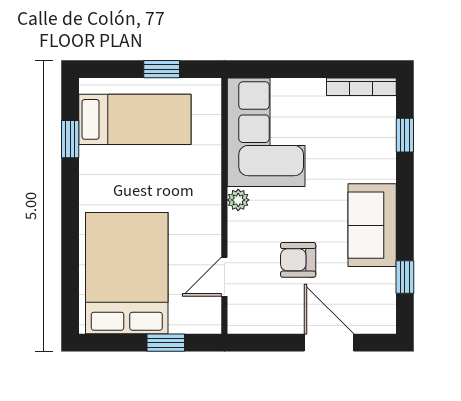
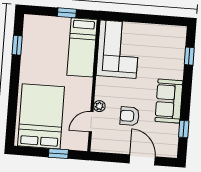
bookcase: (361, 87) -> (169, 30), removed
bed: (135, 119) -> (82, 47), moved, turned 90
plant: (238, 200) -> (99, 106), moved

